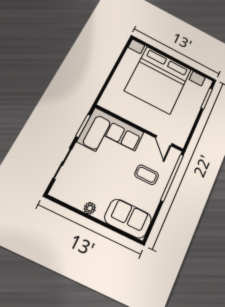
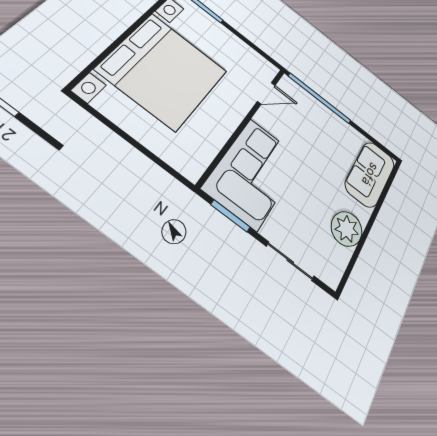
coffee table: (147, 175) -> (314, 133), removed
plant: (90, 208) -> (347, 229), width x1.88, depth x1.88

